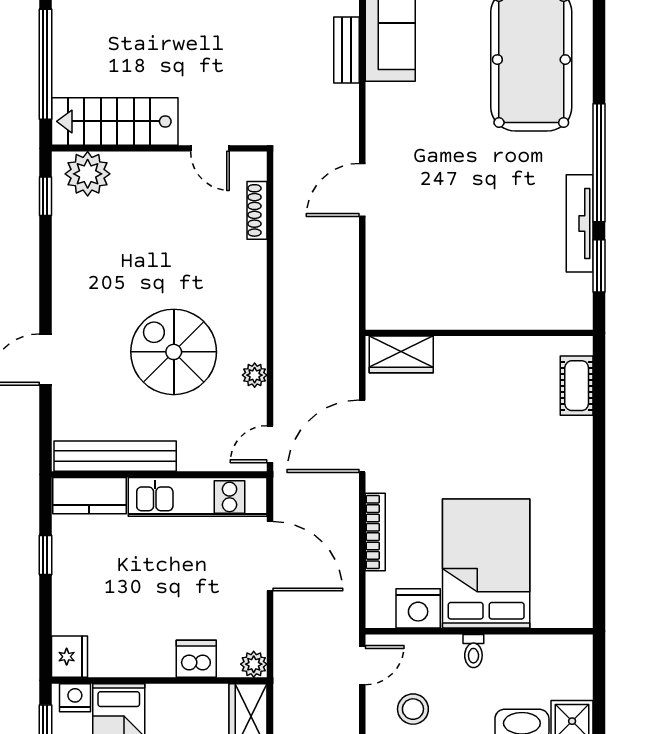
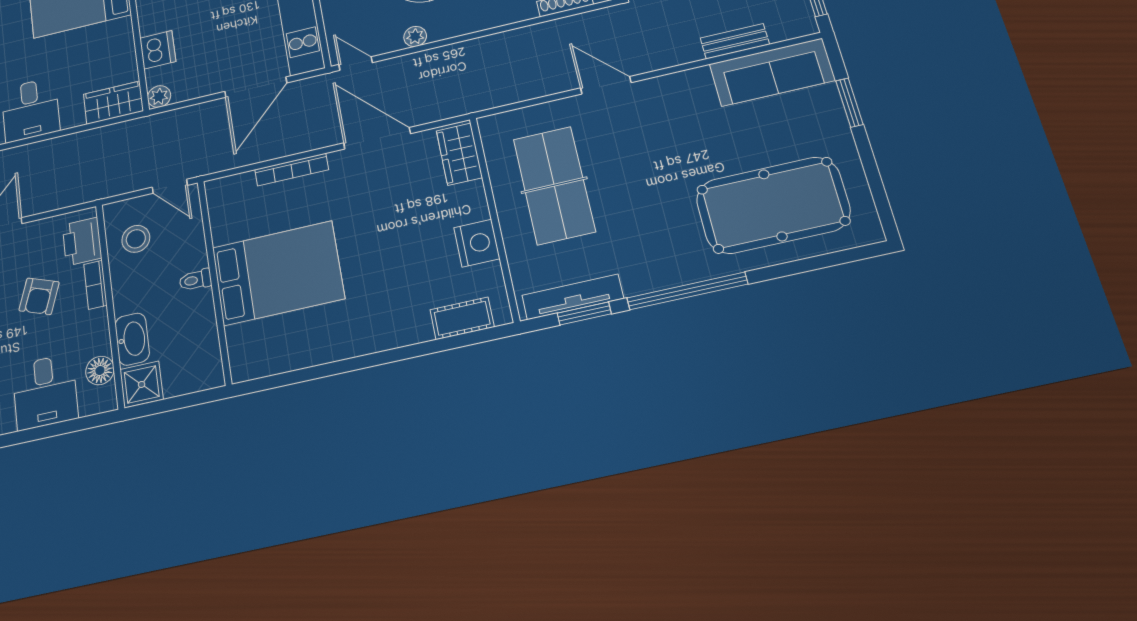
tv unit: (580, 223) -> (573, 297), moved
table tennis table: (459, 266) -> (554, 185), added
nightstand: (418, 608) -> (477, 243), moved, turned 180

